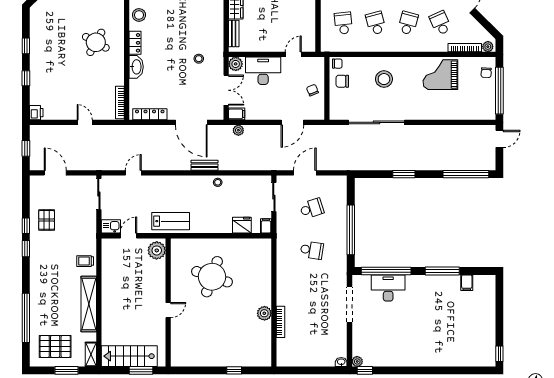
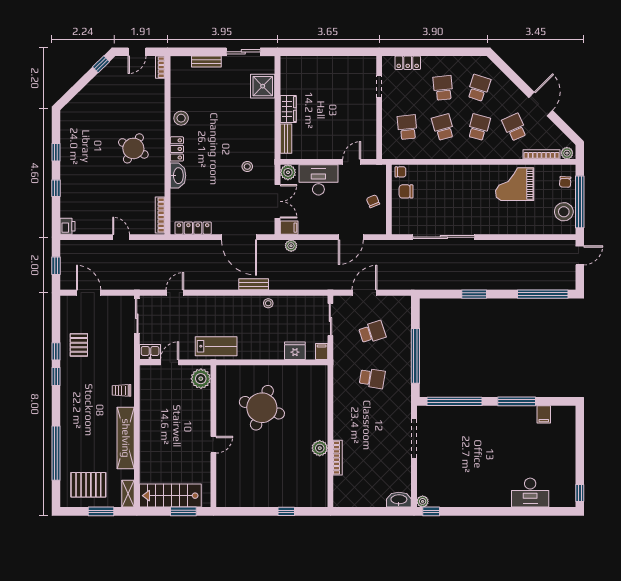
stool: (384, 79) -> (564, 212), moved
desk: (388, 288) -> (530, 493), moved, turned 180
washbasin: (341, 362) -> (399, 500), width x1.91, depth x1.45

